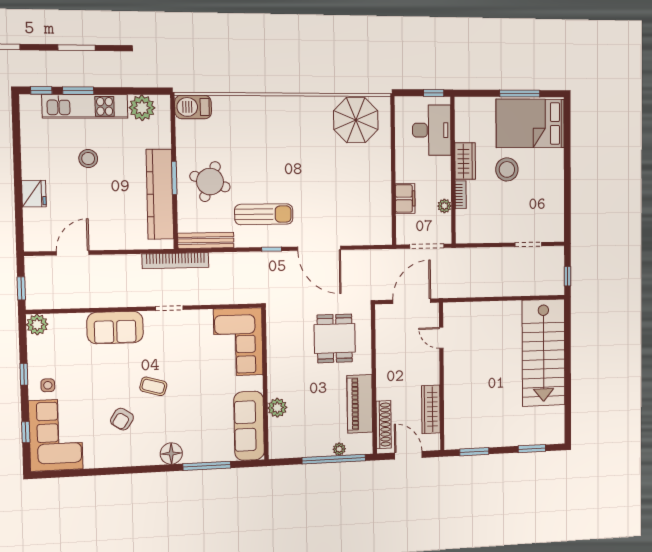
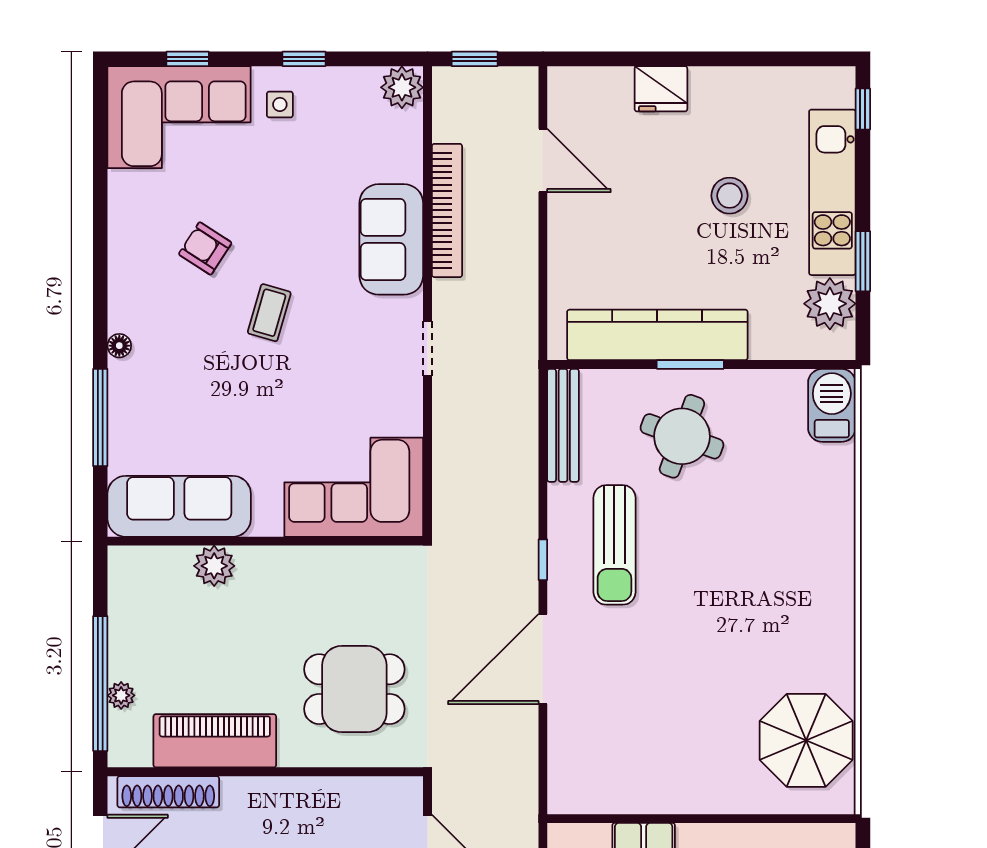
window: (78, 91) -> (863, 261), moved
bookcase: (175, 261) -> (447, 210), moved, turned 180
floor lamp: (171, 454) -> (119, 346), width x0.53, depth x0.53

